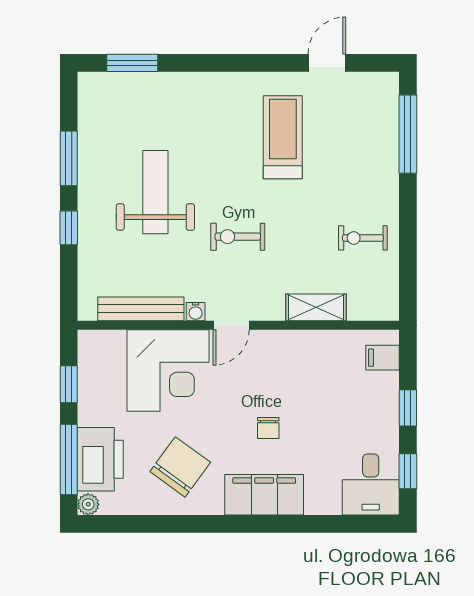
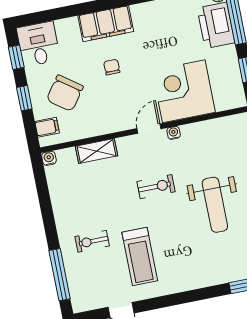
exercise bike: (363, 238) -> (92, 241), moved, turned 180
bench: (141, 309) -> (209, 128), removed
water cooler: (389, 311) -> (49, 158), added
chair: (180, 467) -> (65, 93), moved

